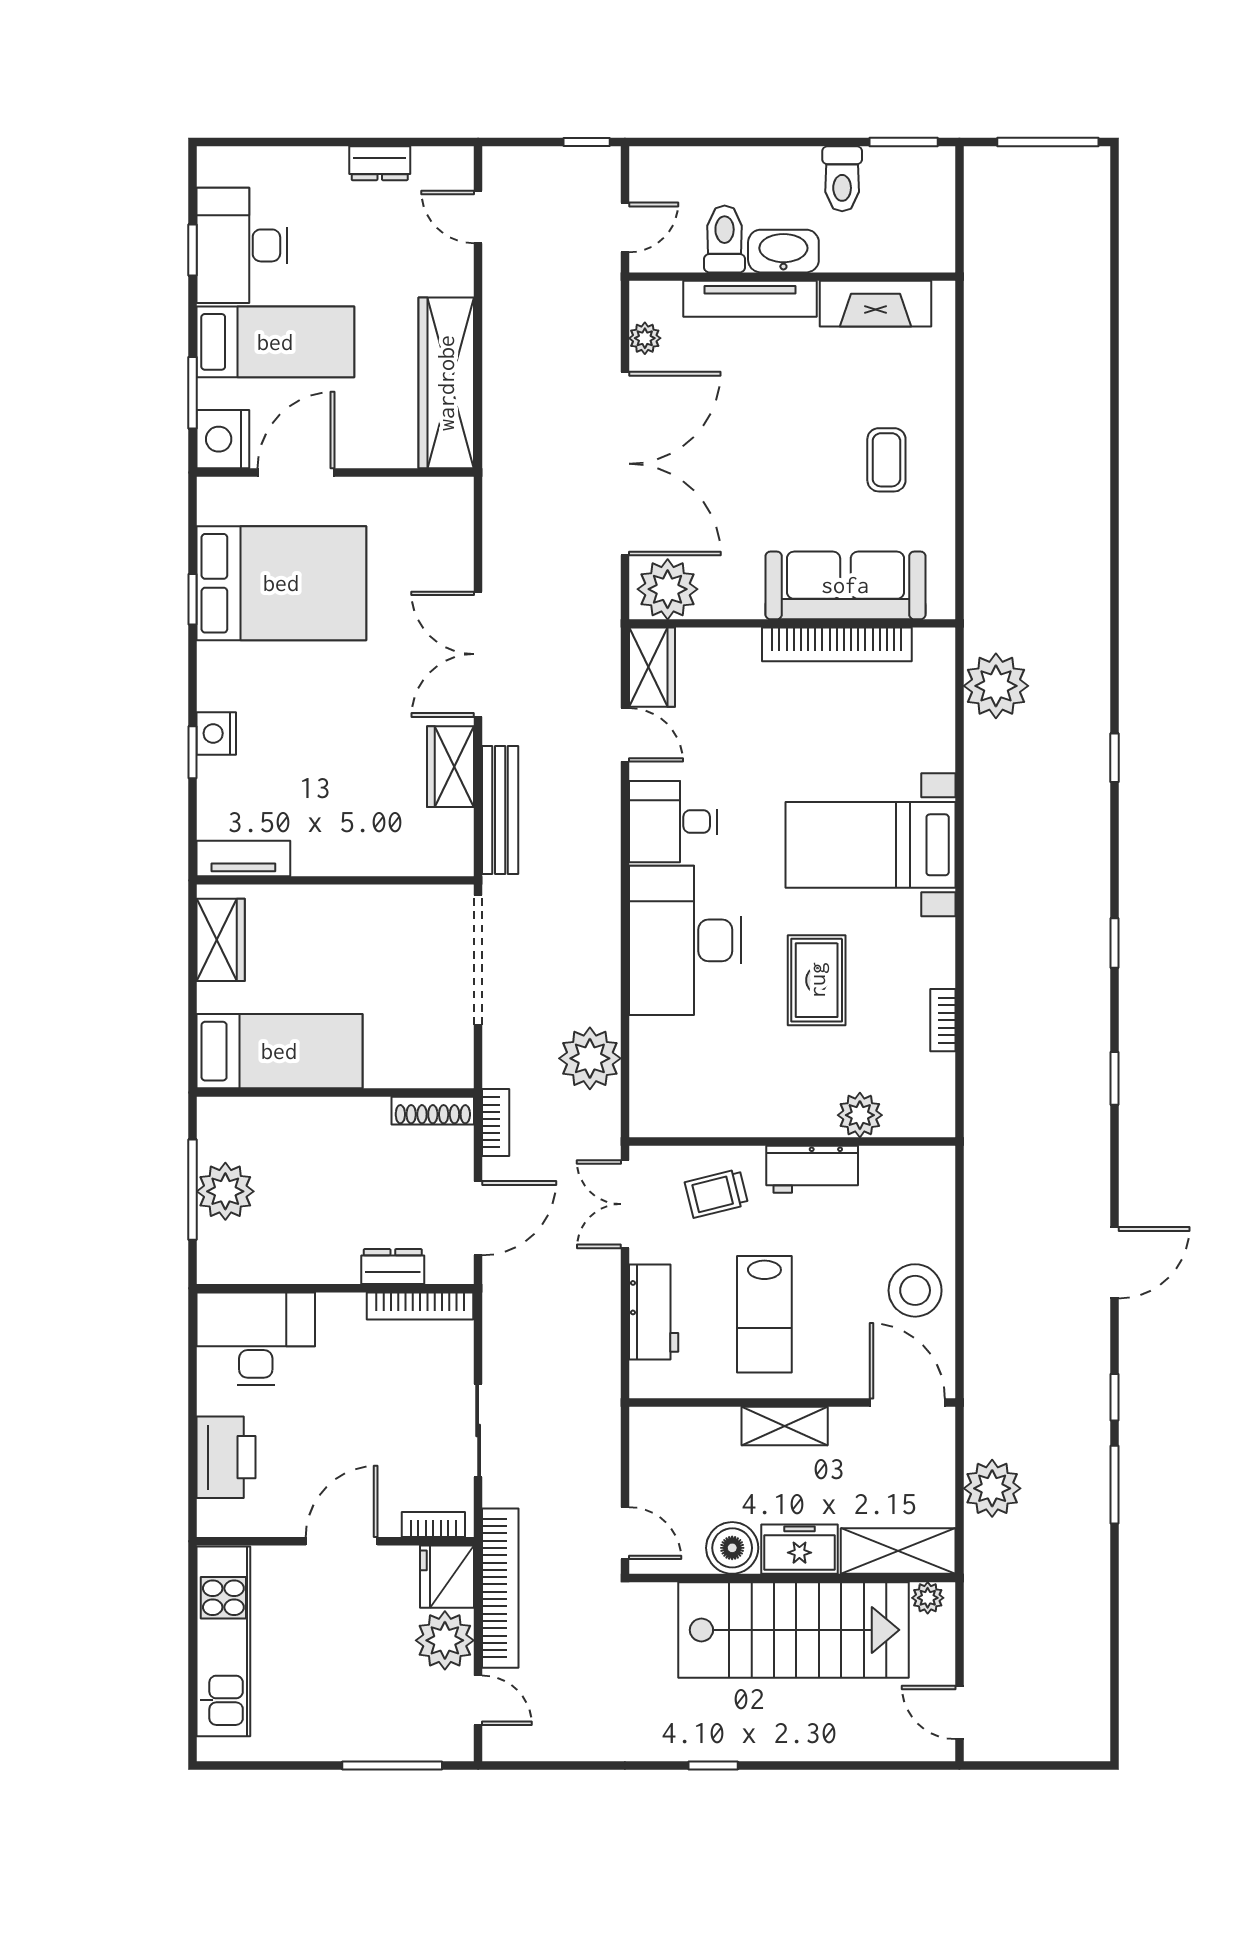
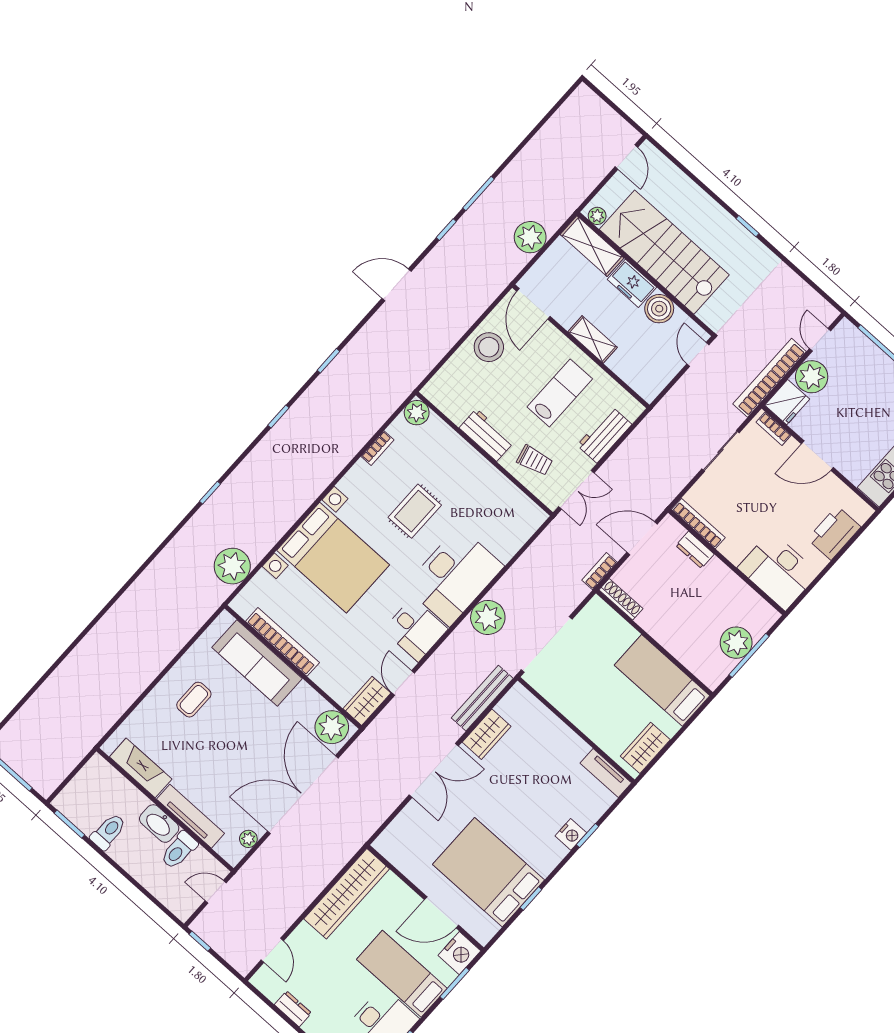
bed with nightstands: (871, 845) -> (333, 558), width x1.36
plant: (590, 1058) -> (488, 617), moved
plant: (860, 1115) -> (417, 413), moved

